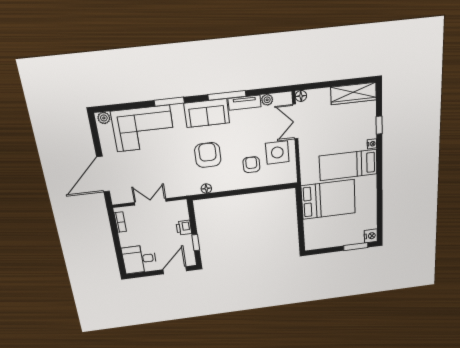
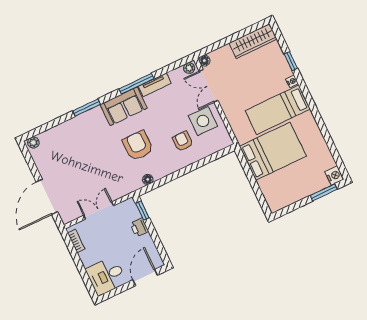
plant: (267, 100) -> (189, 68), moved
corner sofa: (143, 129) -> (71, 140), removed
window: (196, 243) -> (142, 211), moved

